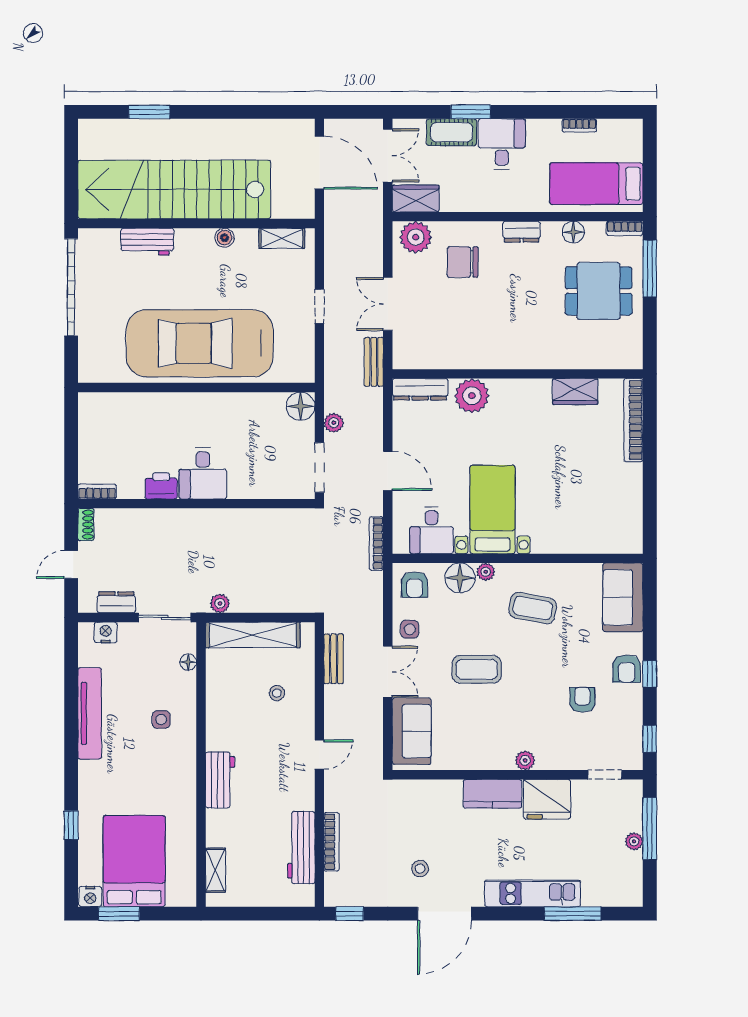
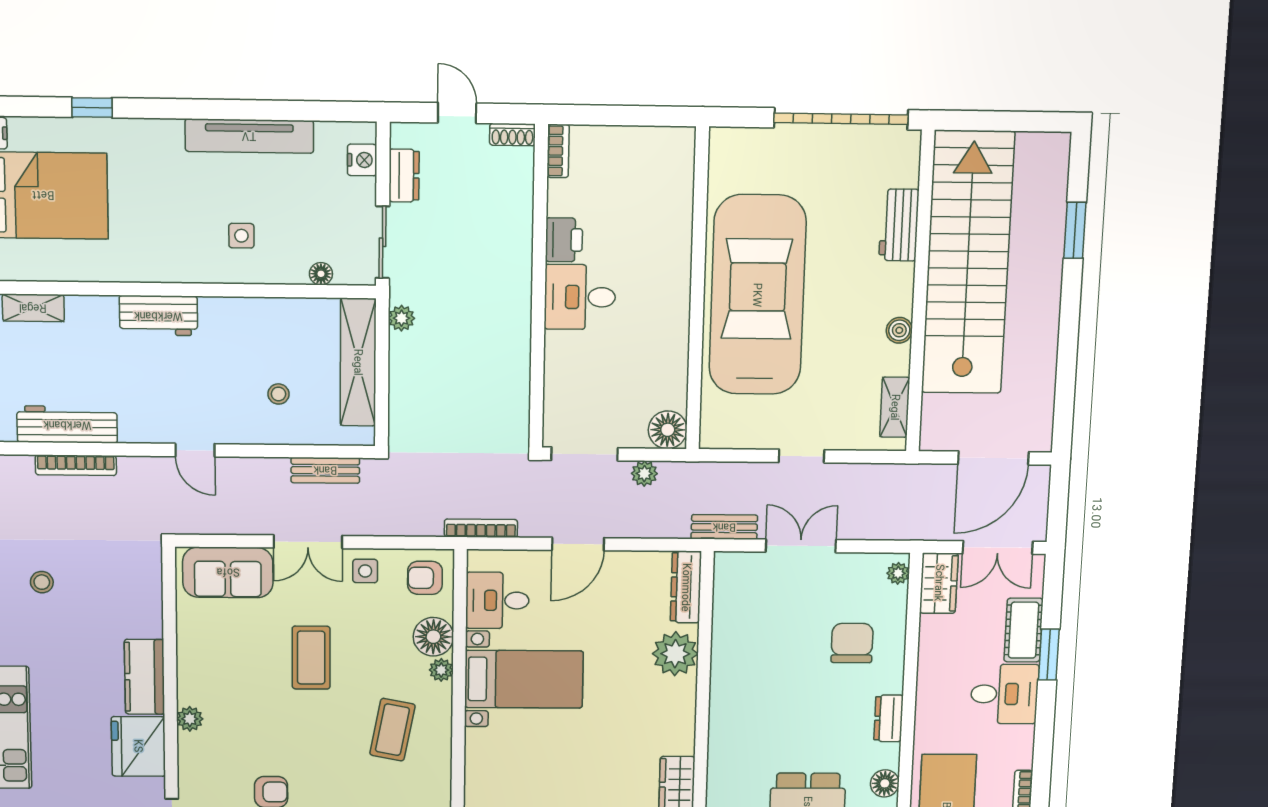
plant: (416, 237) -> (898, 573), width x0.53, depth x0.53

